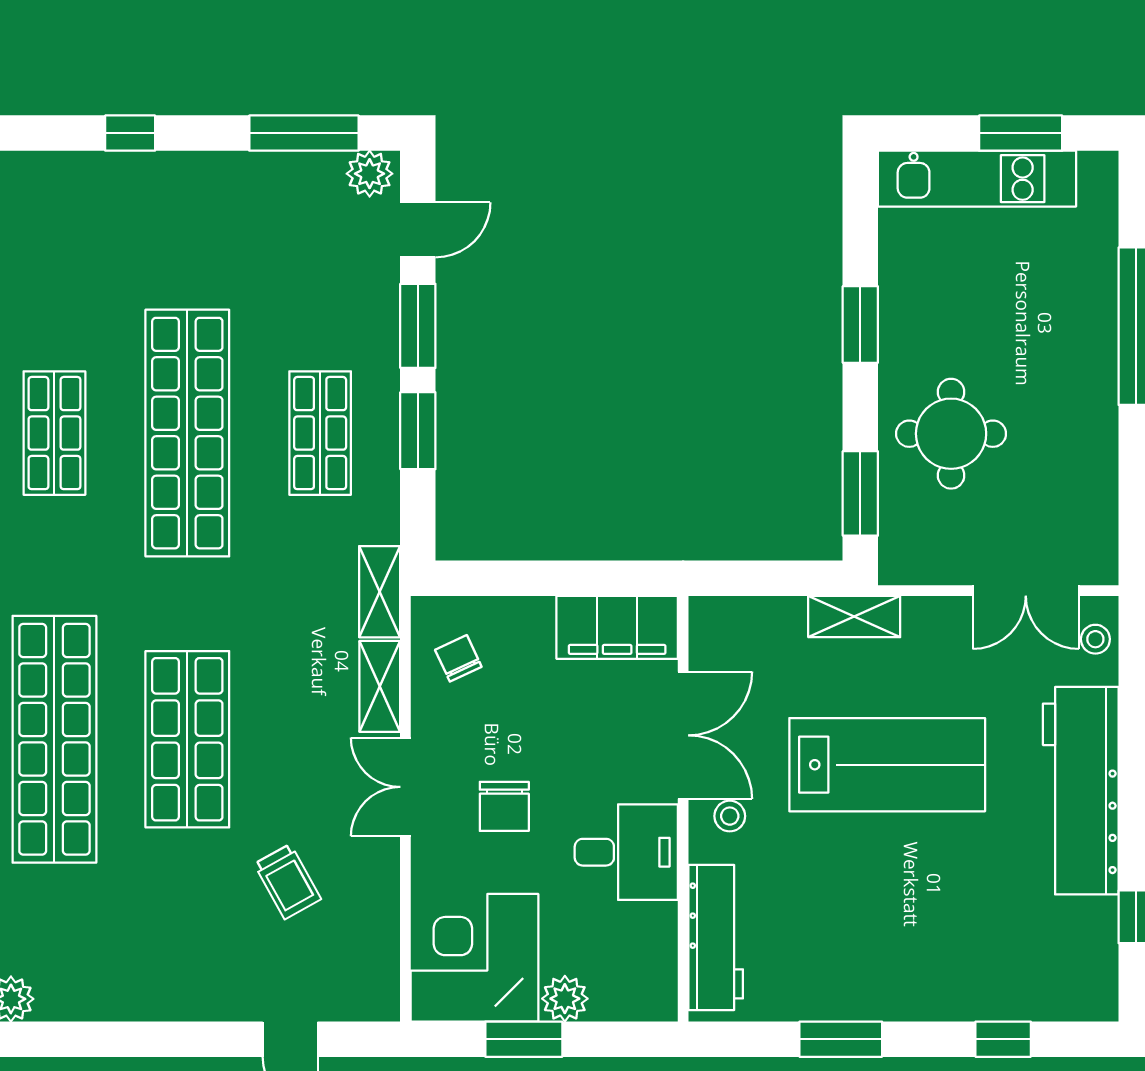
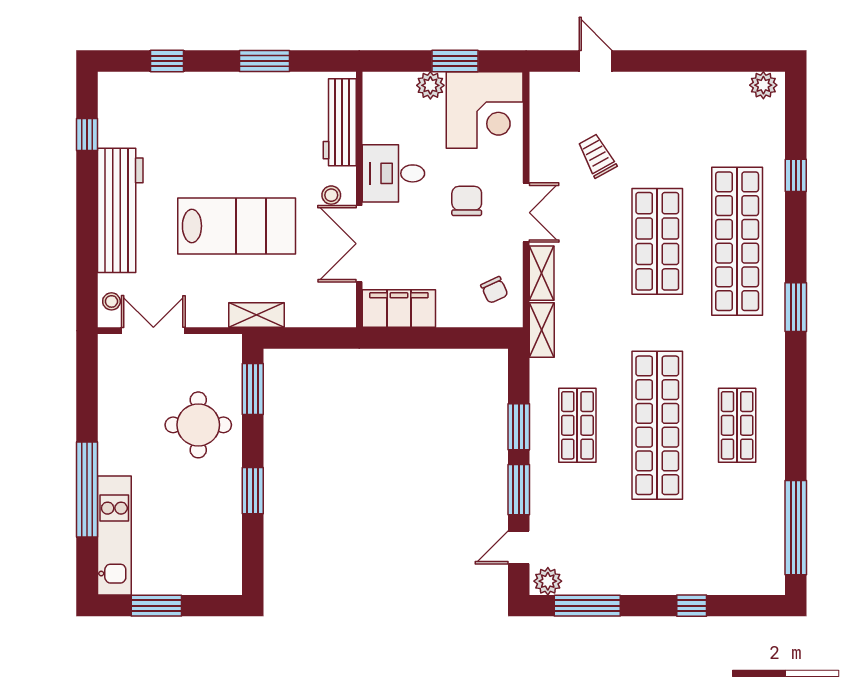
kitchen unit: (977, 179) -> (114, 535), moved, turned 90
lab bench: (887, 765) -> (237, 226), turned 180

